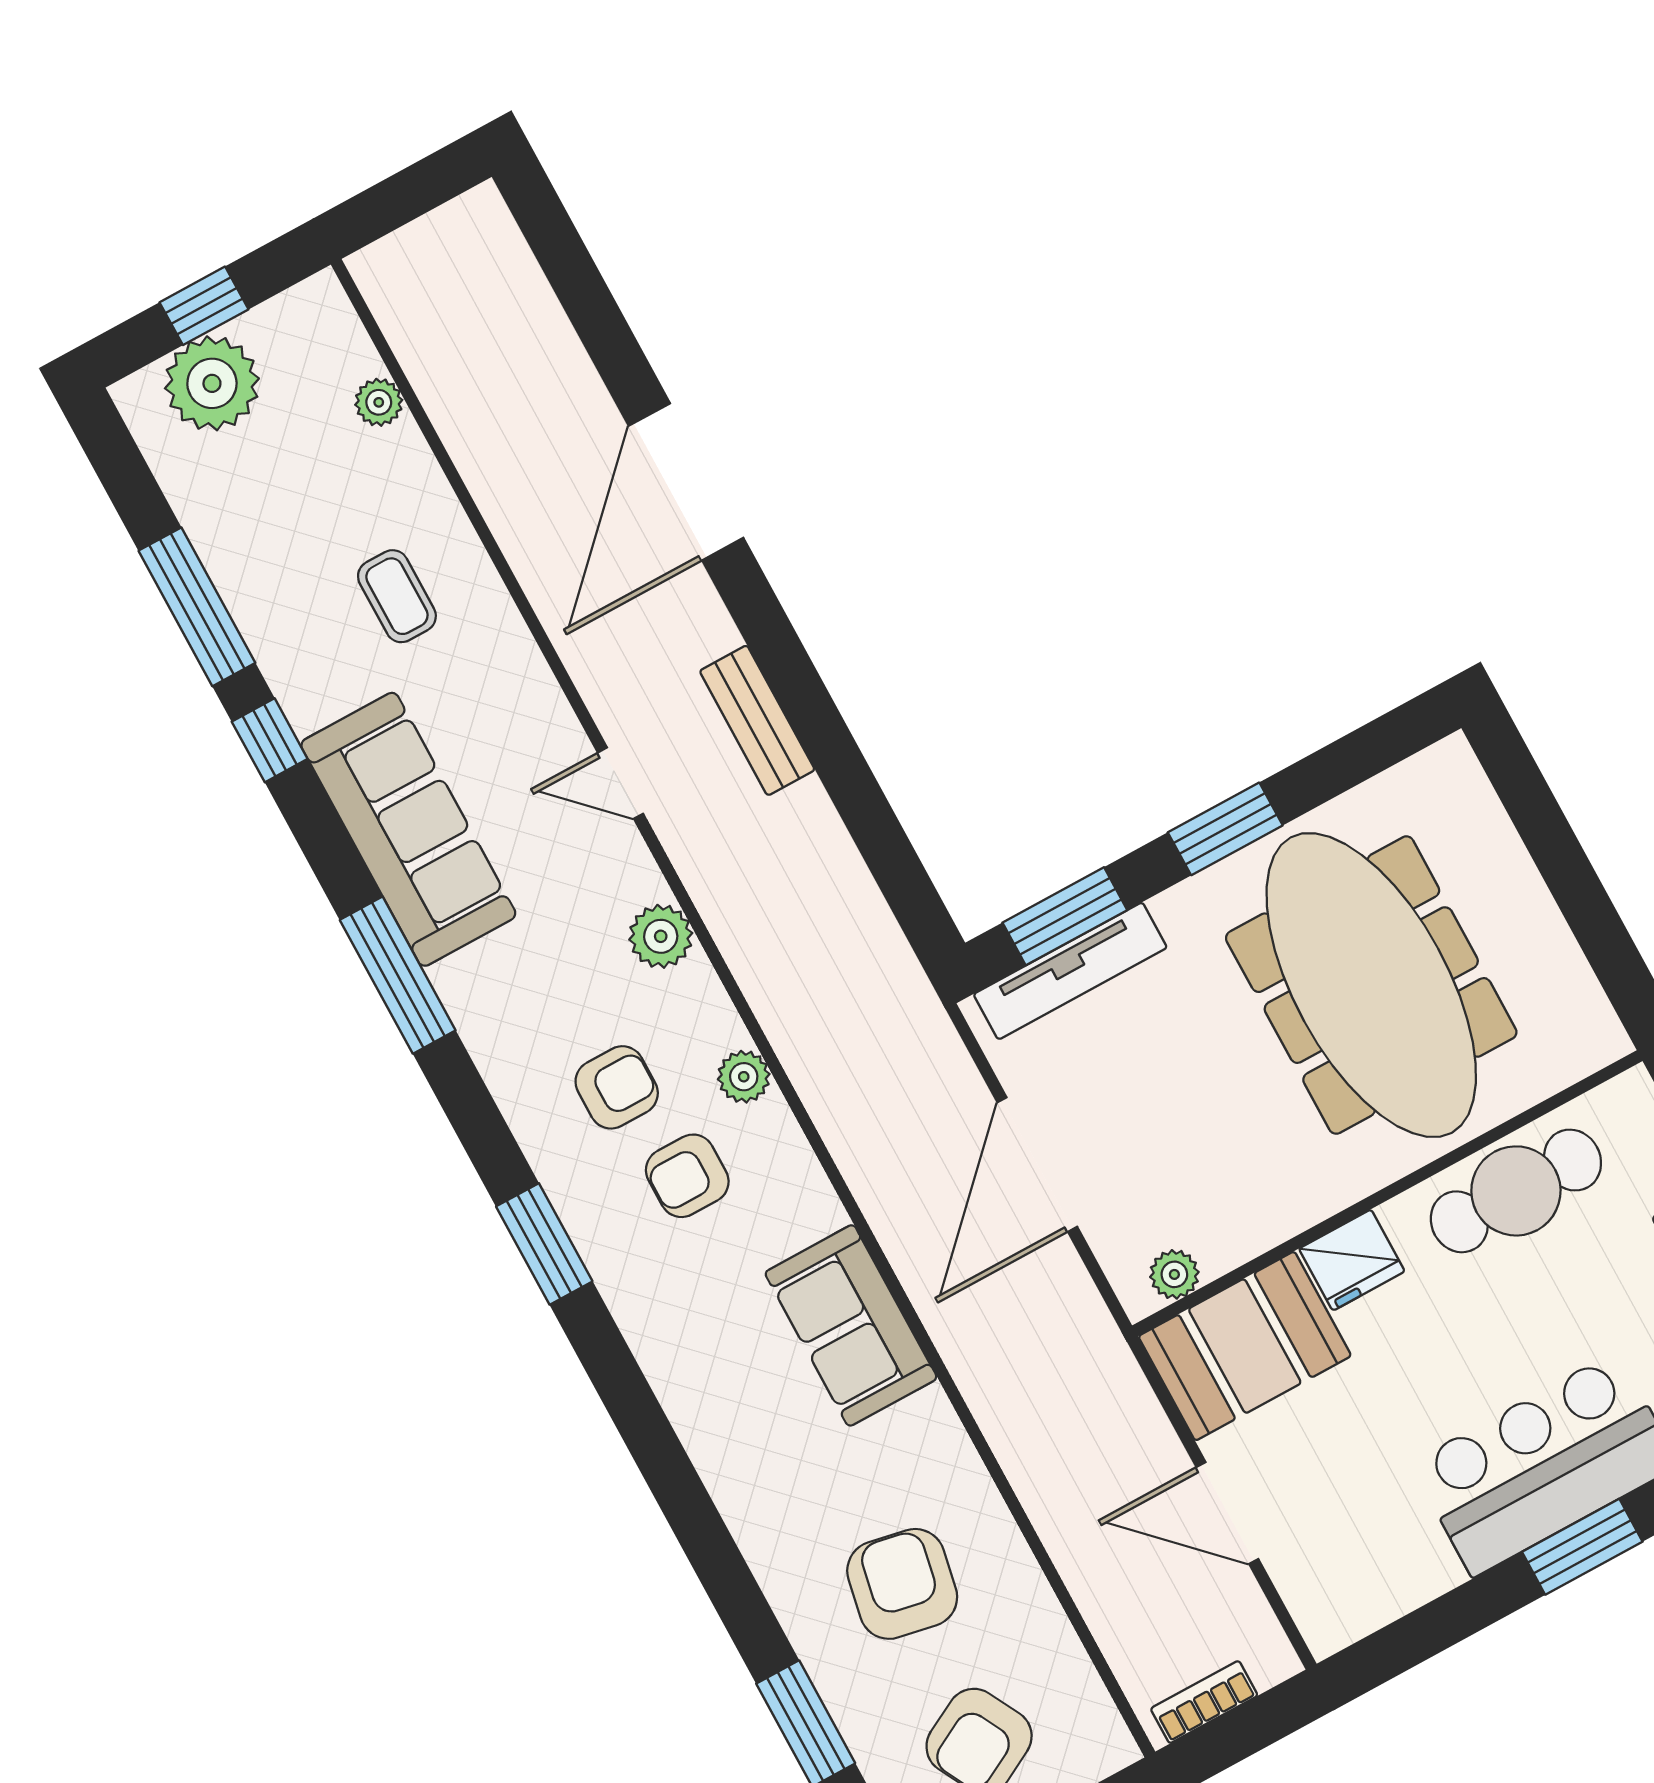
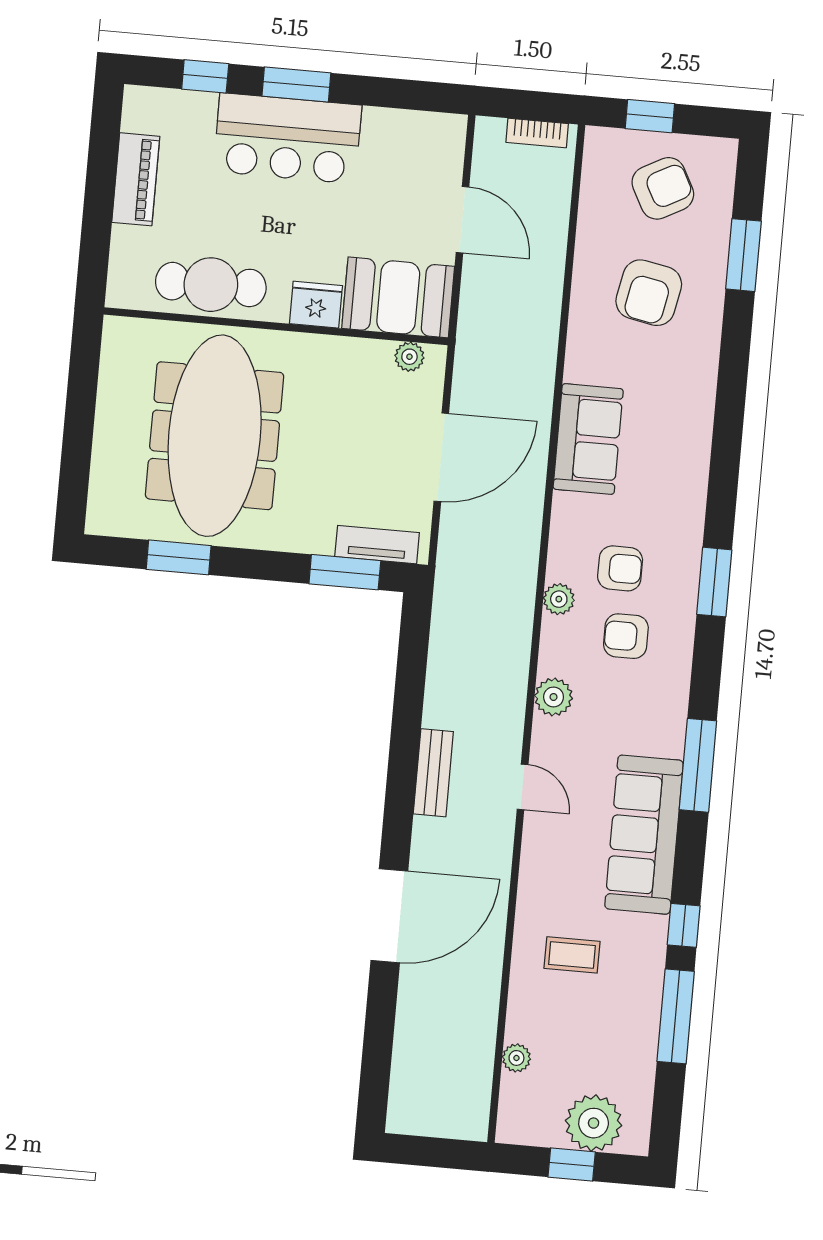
coffee table: (397, 596) -> (572, 955), turned 90
window: (1225, 829) -> (179, 557), moved
tv unit: (1070, 971) -> (377, 545), width x0.71

